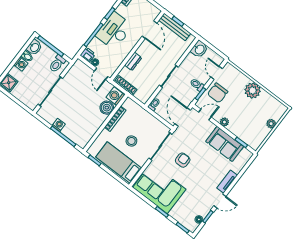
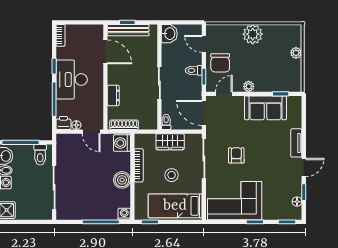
boiler: (107, 108) -> (122, 180), moved
wardrobe: (147, 119) -> (170, 142), added
washing machine: (59, 125) -> (124, 214), moved

